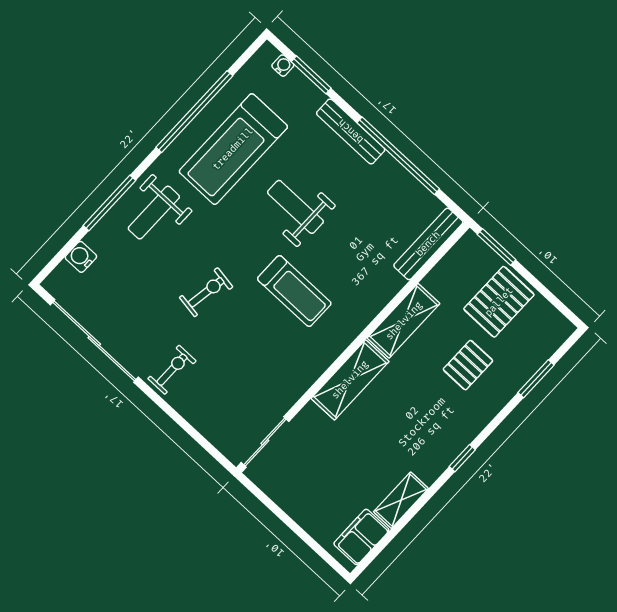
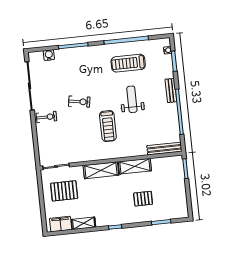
bench: (351, 131) -> (171, 90), width x0.73
treadmill: (233, 149) -> (128, 63), width x0.73, depth x0.73
weight bench: (154, 213) -> (85, 61), removed
pallet: (499, 302) -> (64, 191), moved

